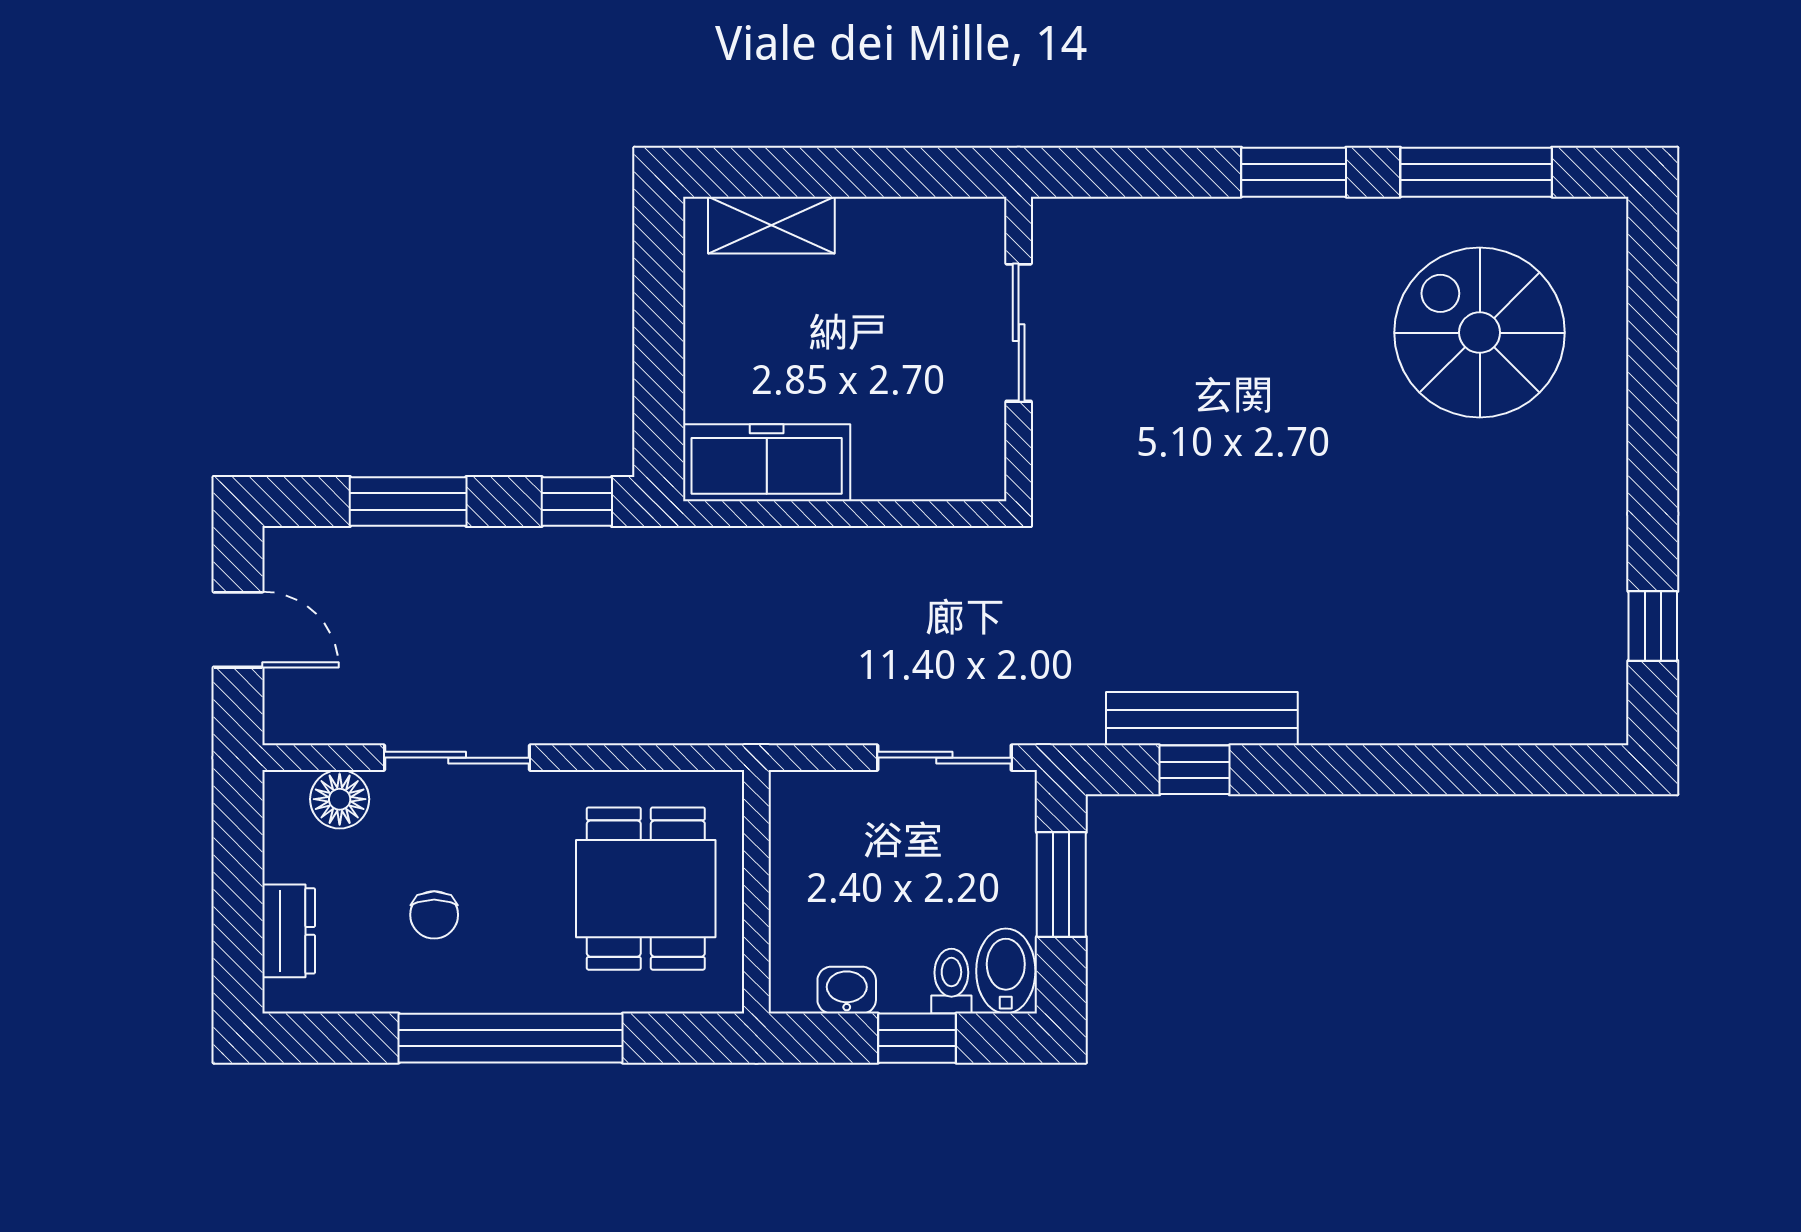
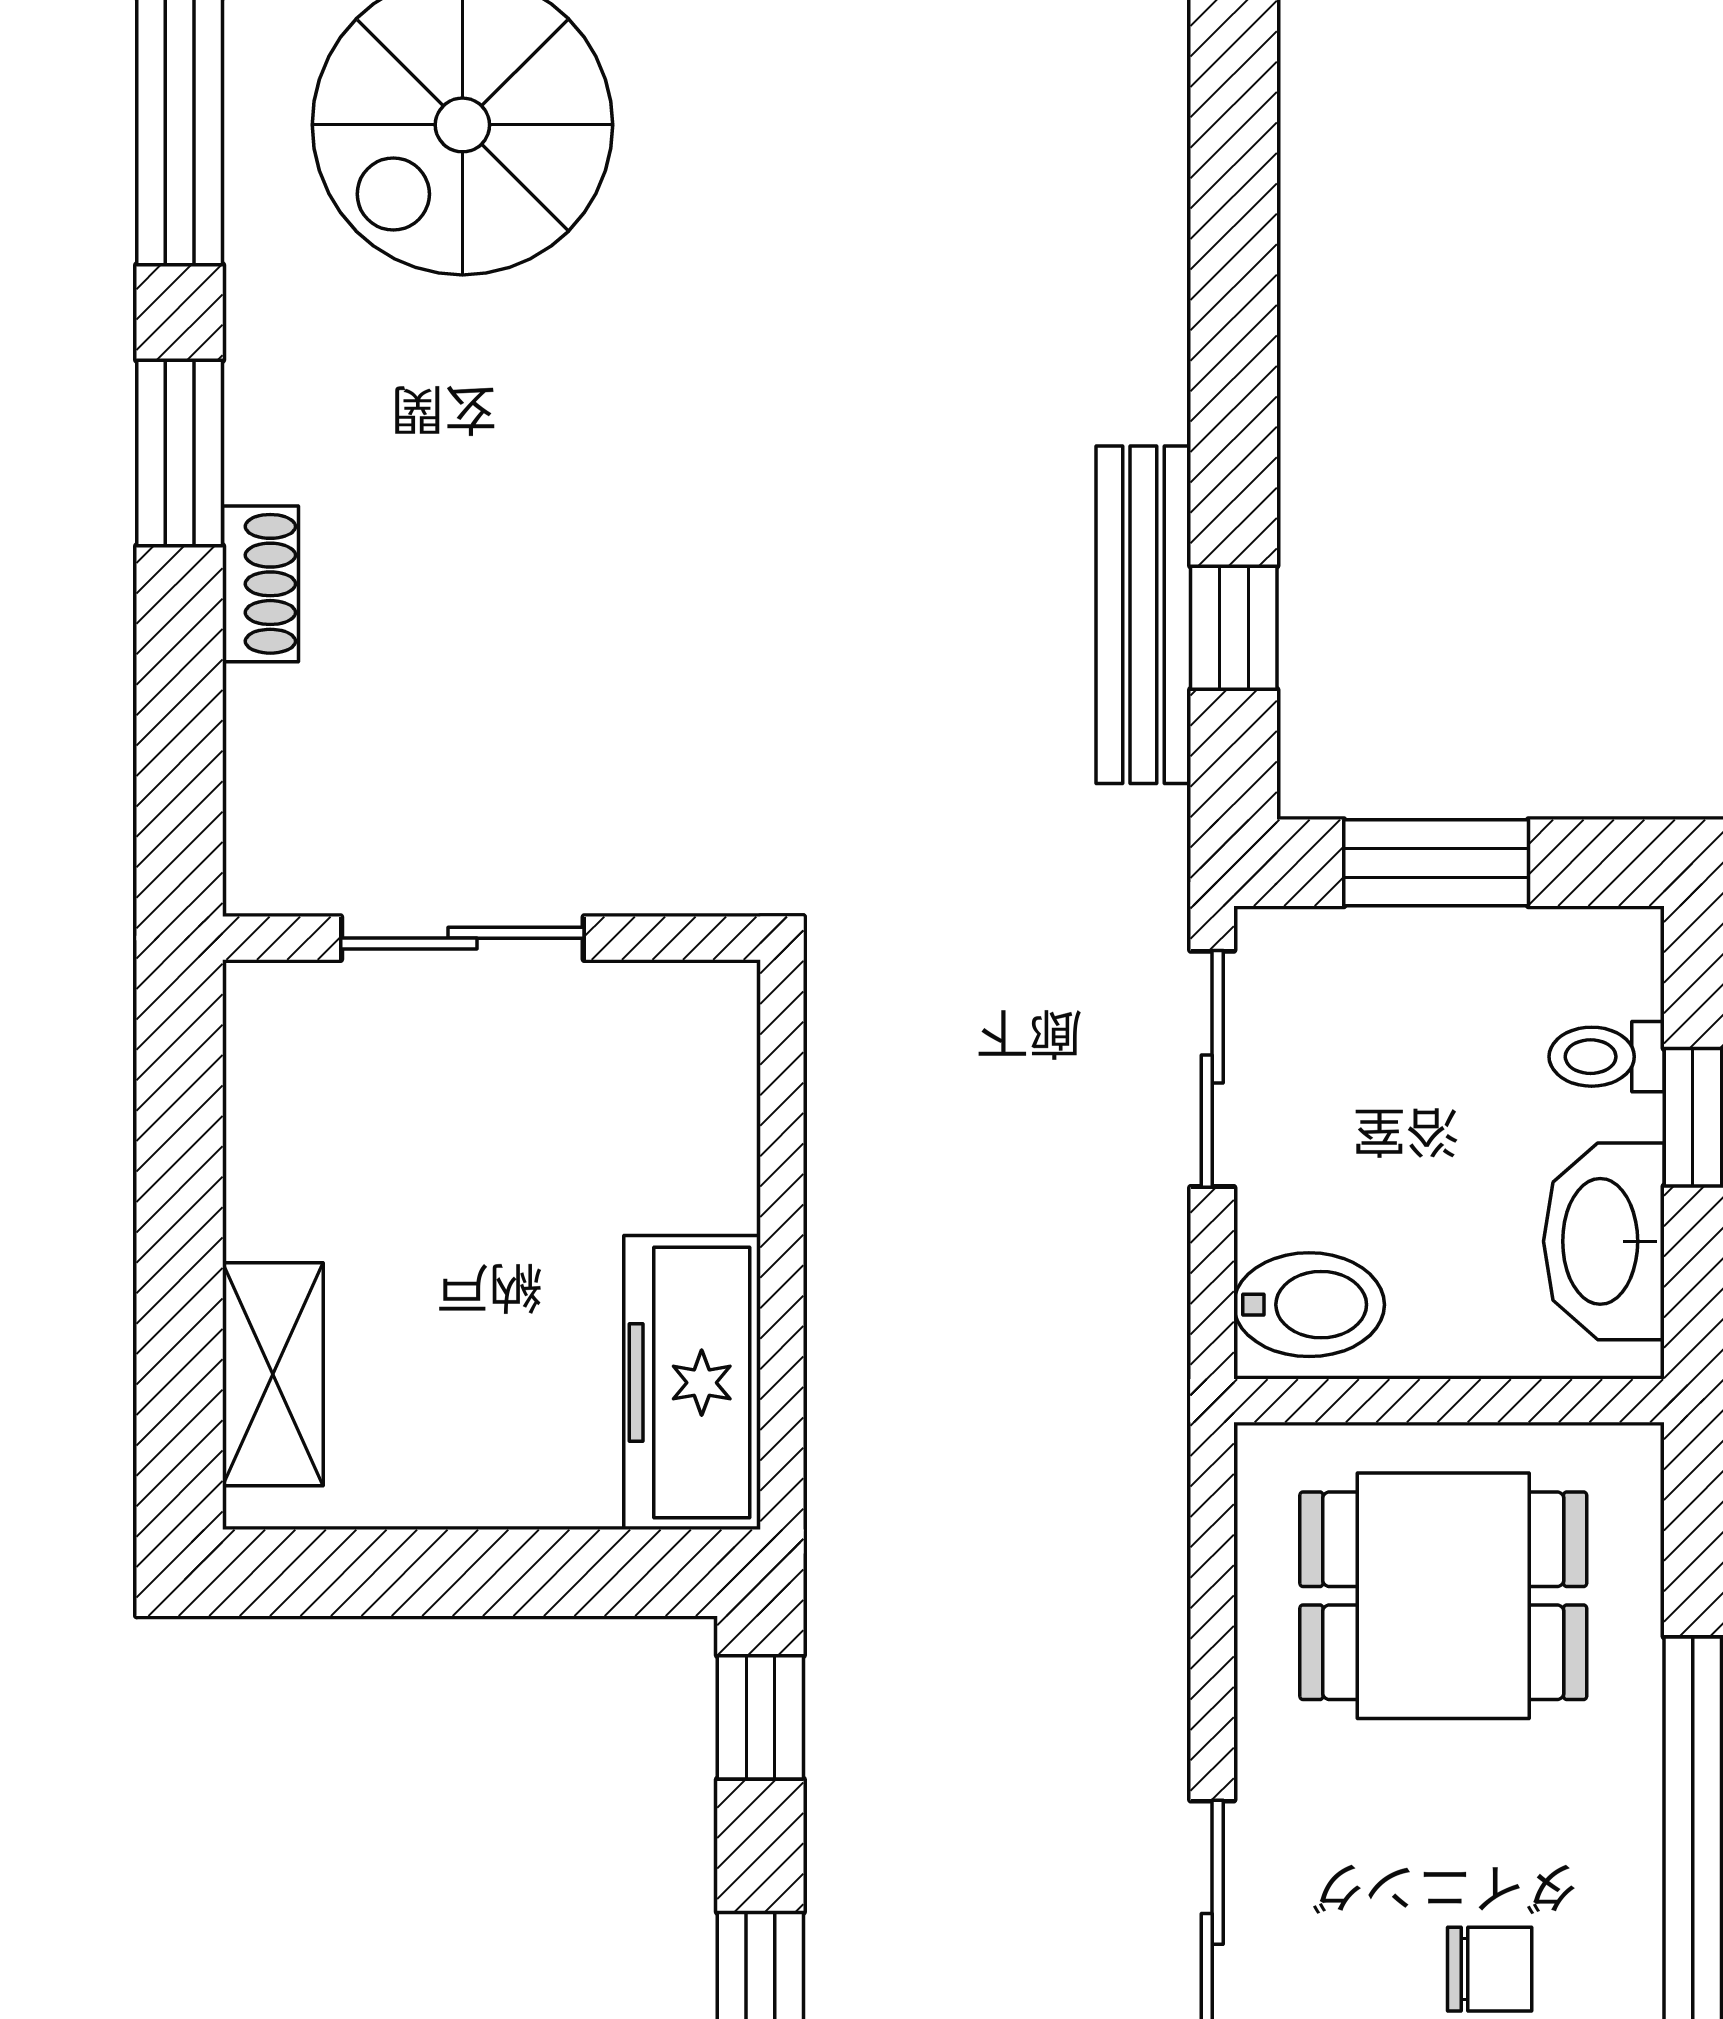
shoe rack: (1219, 218) -> (260, 584), added
bidet: (1006, 971) -> (1309, 1305), moved, turned 180
washbasin: (847, 990) -> (1604, 1241), width x1.91, depth x1.45

